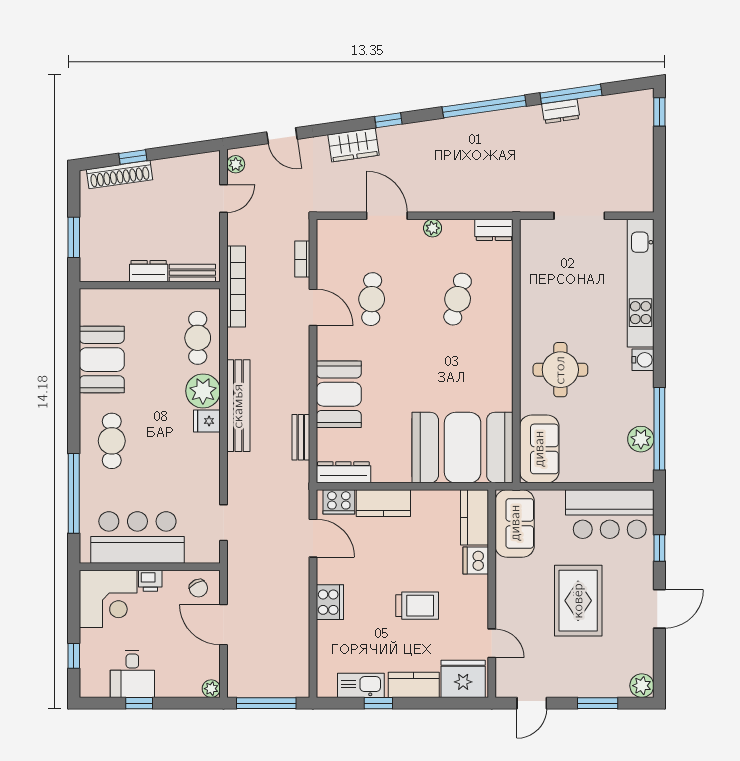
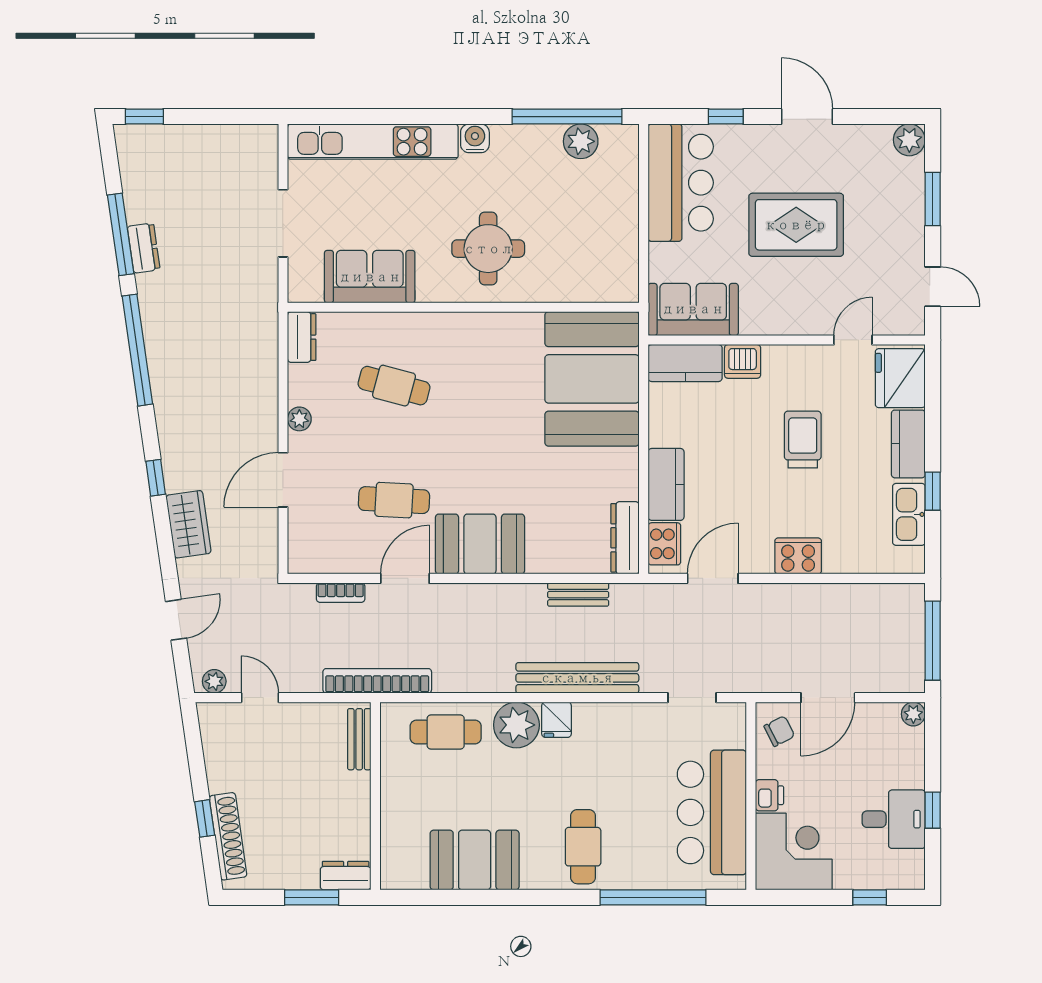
dresser: (149, 271) -> (346, 876), moved, turned 90
booth: (339, 394) -> (480, 544), moved
bench: (238, 406) -> (577, 678), moved
cafe table: (112, 441) -> (583, 847), turned 90
sofa: (539, 449) -> (370, 277), moved

